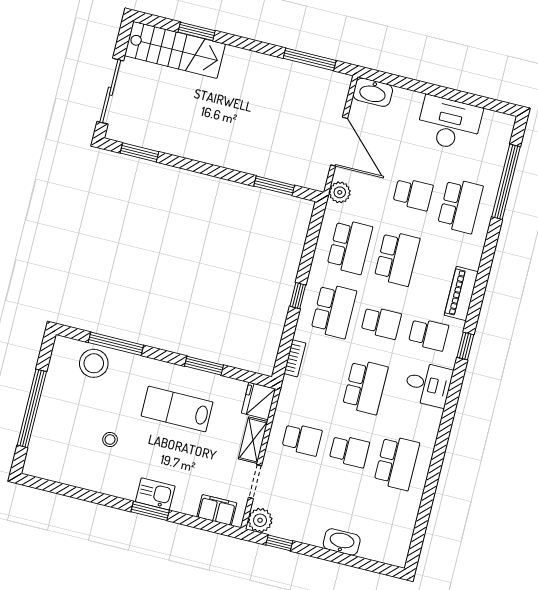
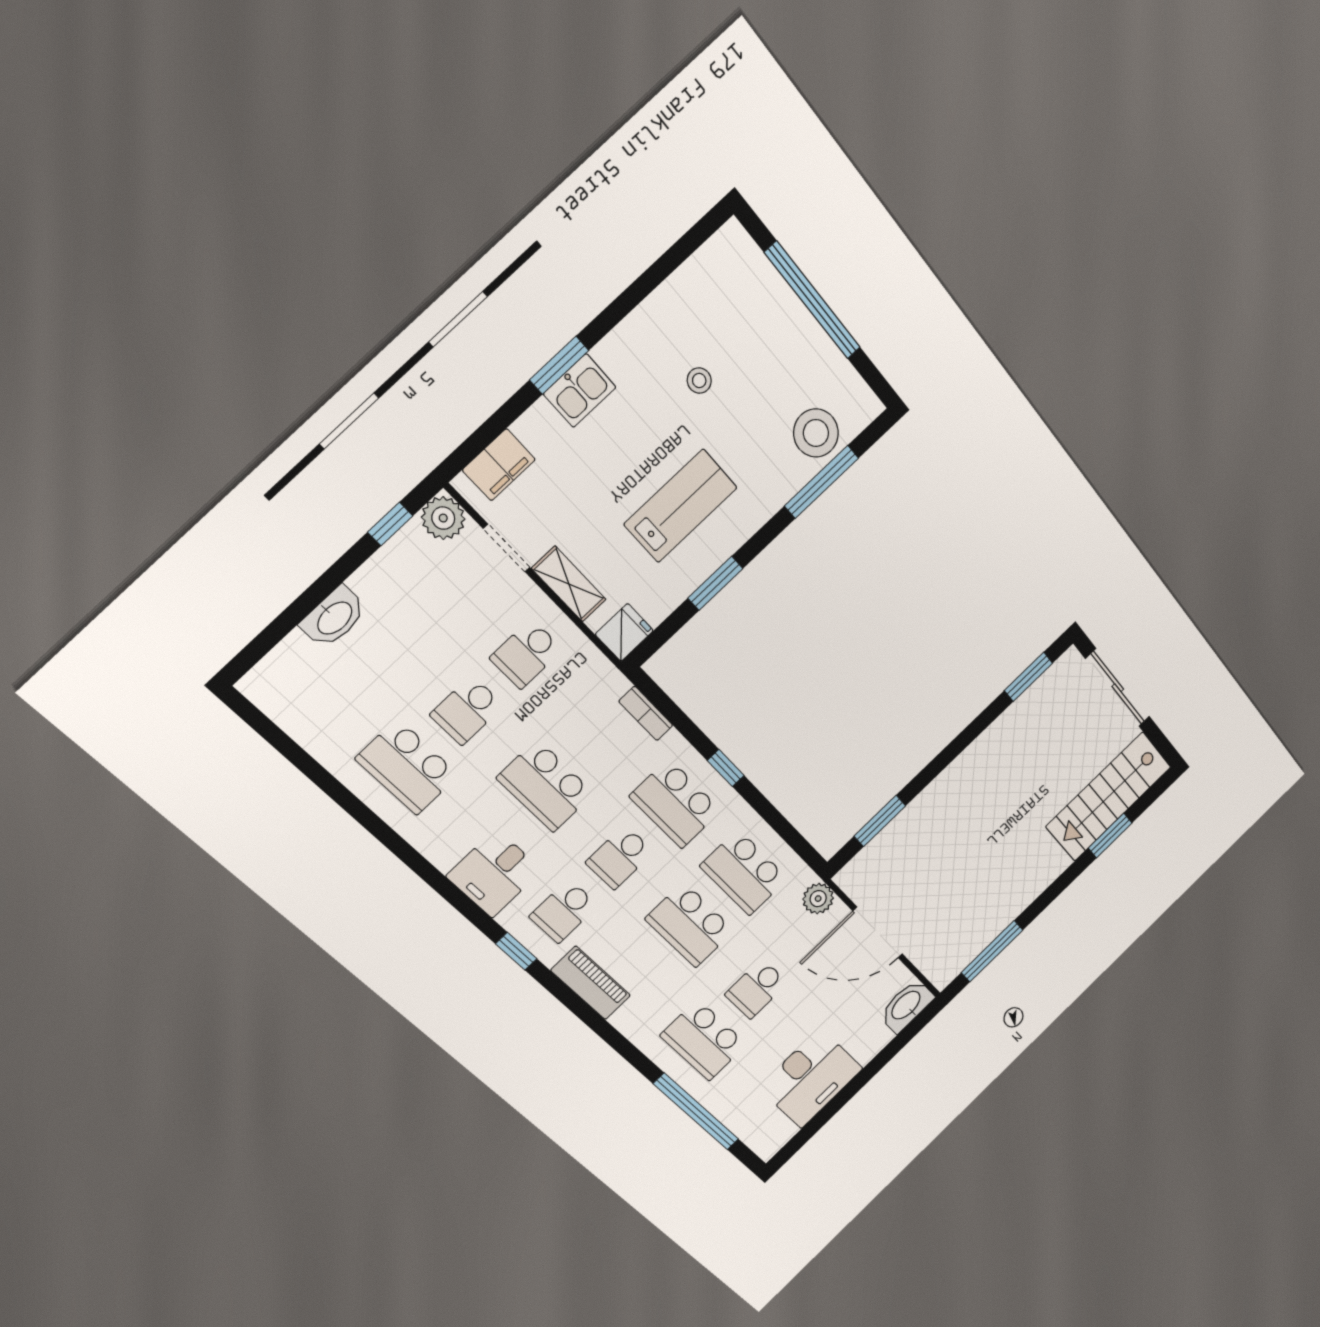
fridge: (259, 401) -> (624, 632), width x0.72

